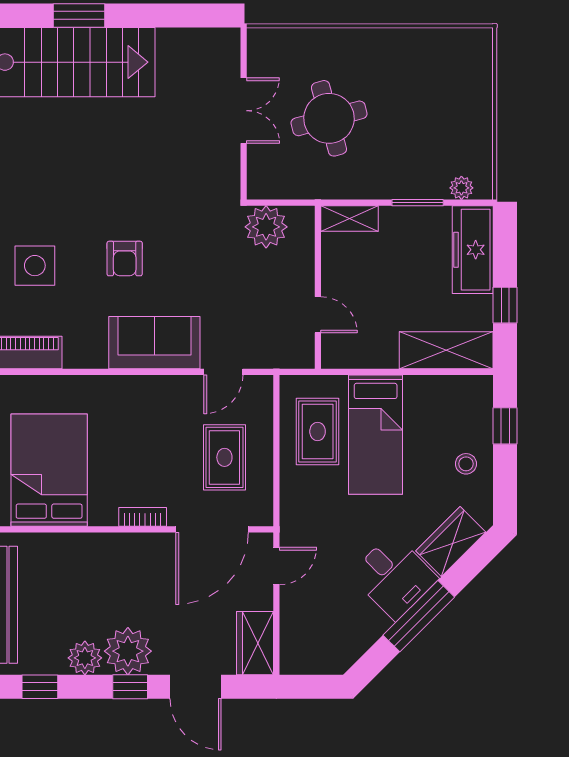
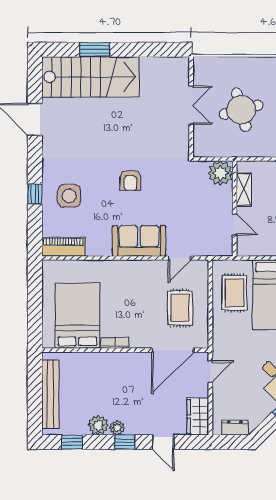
shelving: (350, 218) -> (244, 189), moved, turned 90
plant: (266, 227) -> (220, 173), moved
armchair: (125, 259) -> (130, 180), moved
bookcase: (143, 517) -> (115, 343), moved
plant: (128, 651) -> (117, 428), width x0.53, depth x0.53
dresser: (319, 662) -> (235, 428), added
door: (196, 687) -> (163, 442), width x0.73

